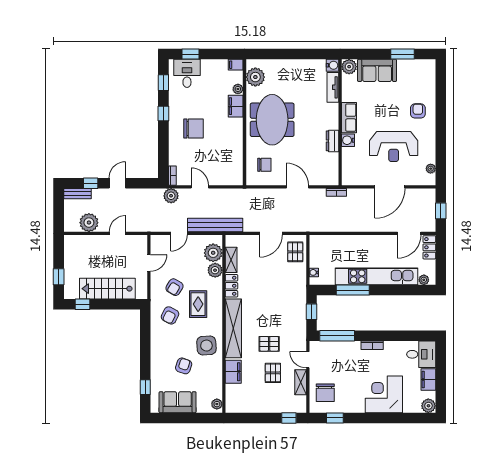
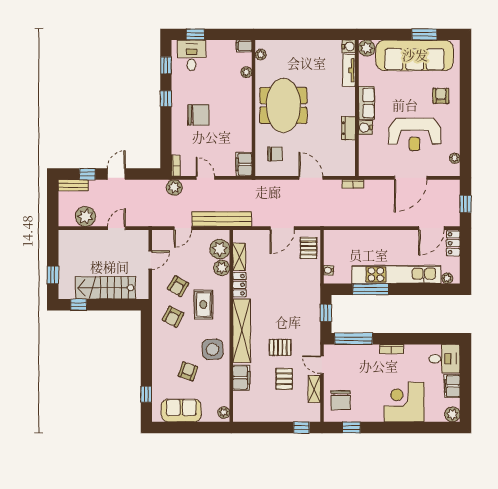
sofa: (377, 70) -> (415, 55), width x1.85, depth x1.27
plant: (255, 77) -> (261, 55), width x0.53, depth x0.53
filing cabinet: (236, 106) -> (244, 164), moved

